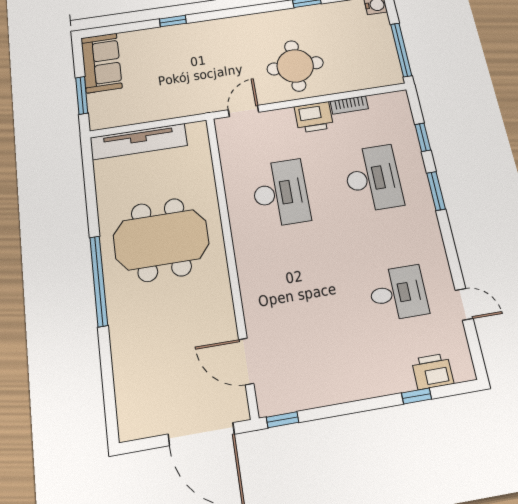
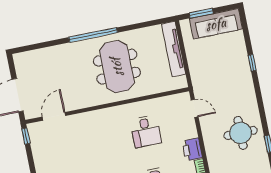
sofa: (101, 63) -> (216, 24), width x1.36
round table: (295, 66) -> (241, 133), moved
desk: (280, 193) -> (146, 131), width x0.73

